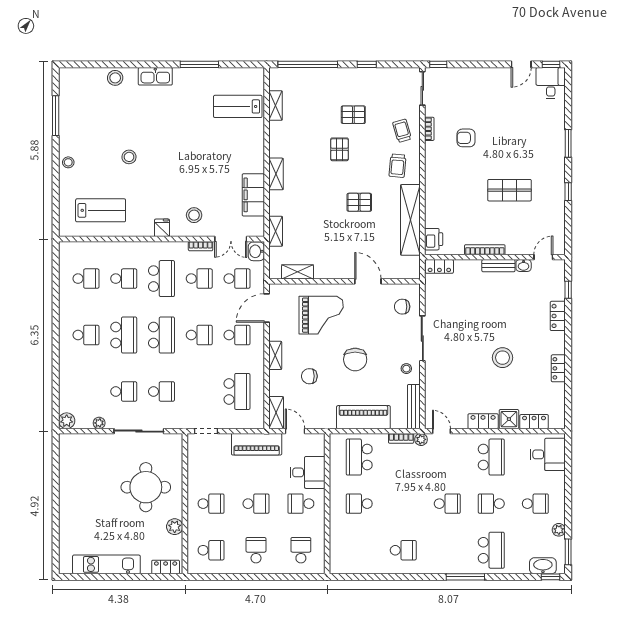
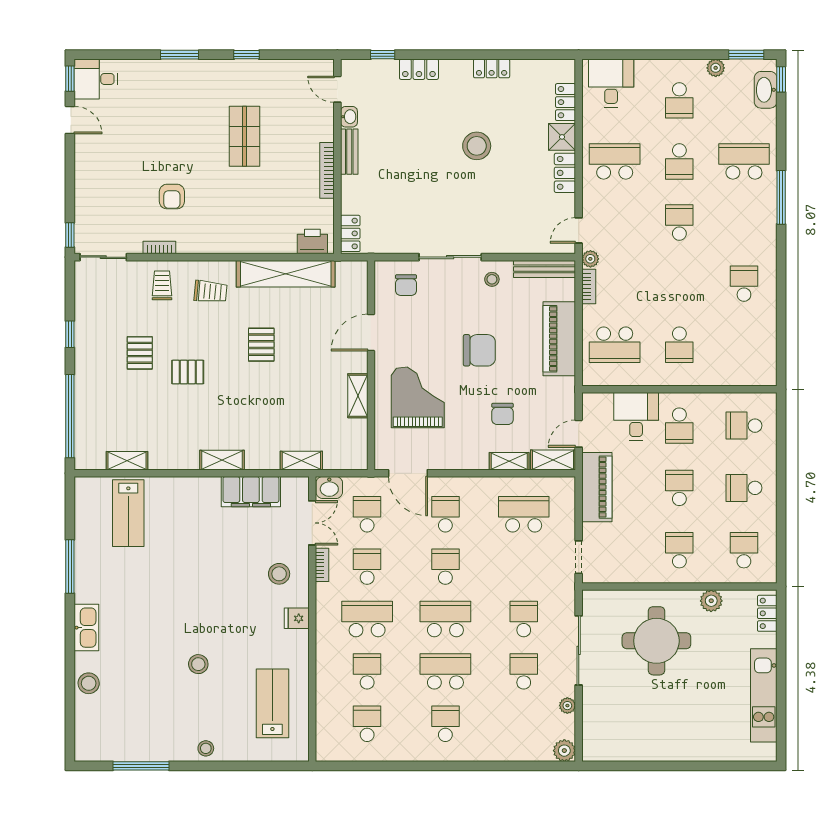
trolley: (402, 131) -> (162, 285), turned 106
shelving: (298, 272) -> (358, 396), moved
shelving: (275, 355) -> (509, 461), moved
school desk: (535, 504) -> (679, 100), turned 180

